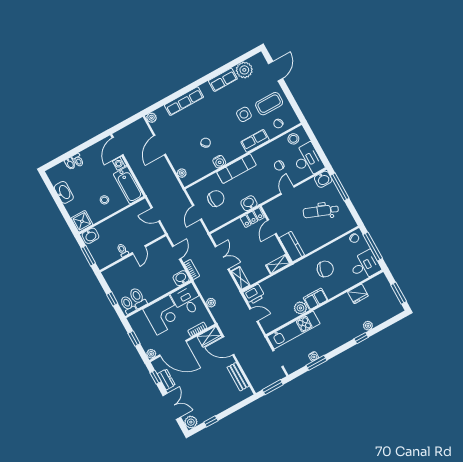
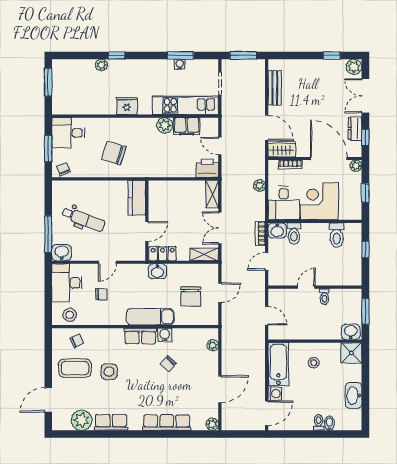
row of seats: (255, 141) -> (140, 336), moved
chair: (216, 199) -> (191, 297), turned -90
window: (373, 247) -> (48, 149), width x0.69
shelving: (278, 264) -> (204, 254), moved
fridge: (358, 294) -> (127, 106), moved
filing cabinet: (315, 299) -> (187, 126), moved
toilet: (128, 305) -> (294, 234), moved

